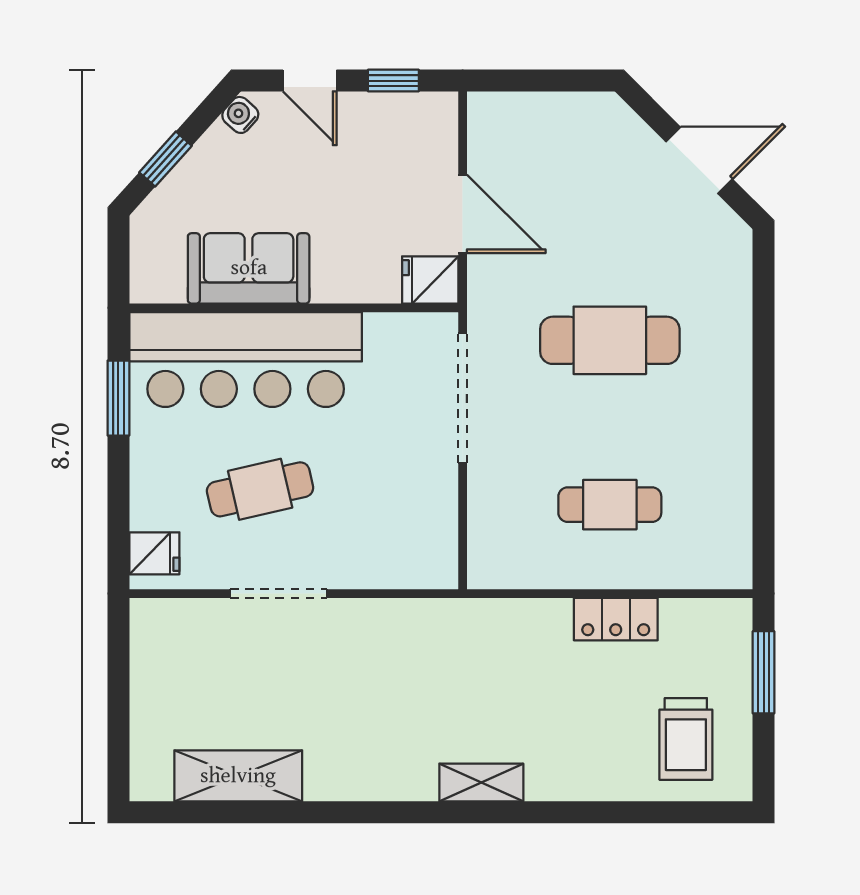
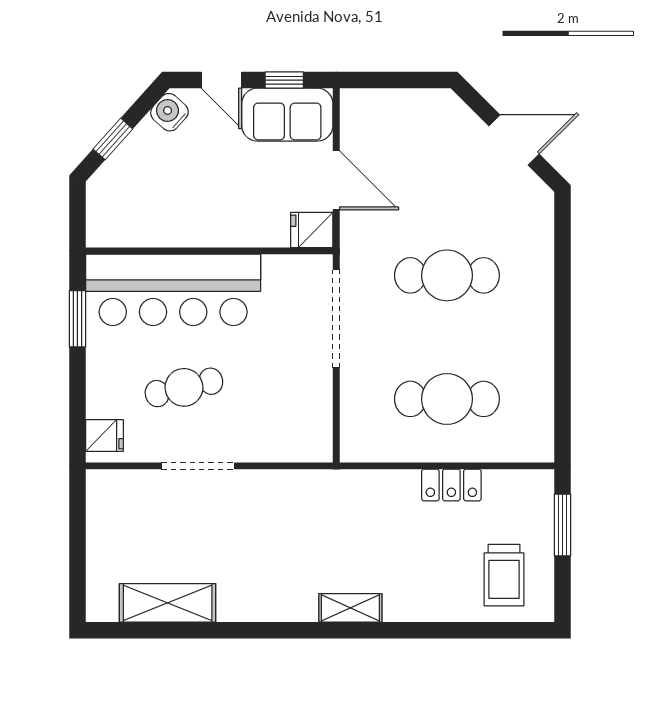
water cooler: (240, 115) -> (169, 112), width x1.38, depth x1.38
sofa: (249, 268) -> (287, 115), moved, turned 180
cafe table: (610, 505) -> (447, 399), width x1.37, depth x1.35

